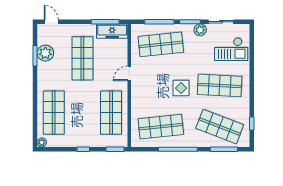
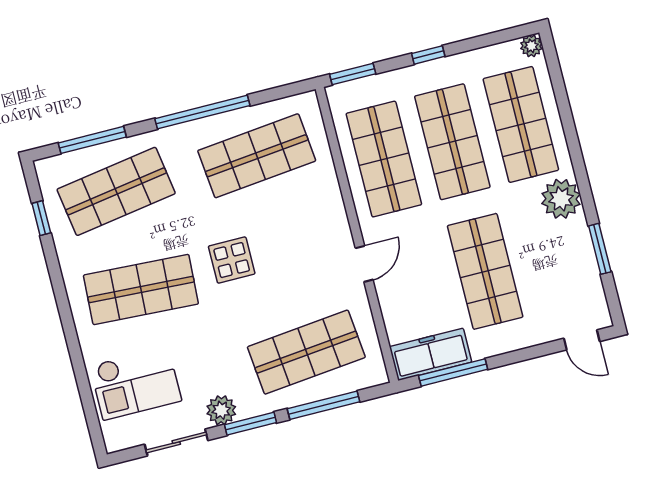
checkout: (231, 49) -> (136, 383), turned 180
plant: (45, 53) -> (561, 199), moved
shop shelf: (82, 113) -> (452, 142), added
shop shelf: (220, 127) -> (116, 191), turned -30

